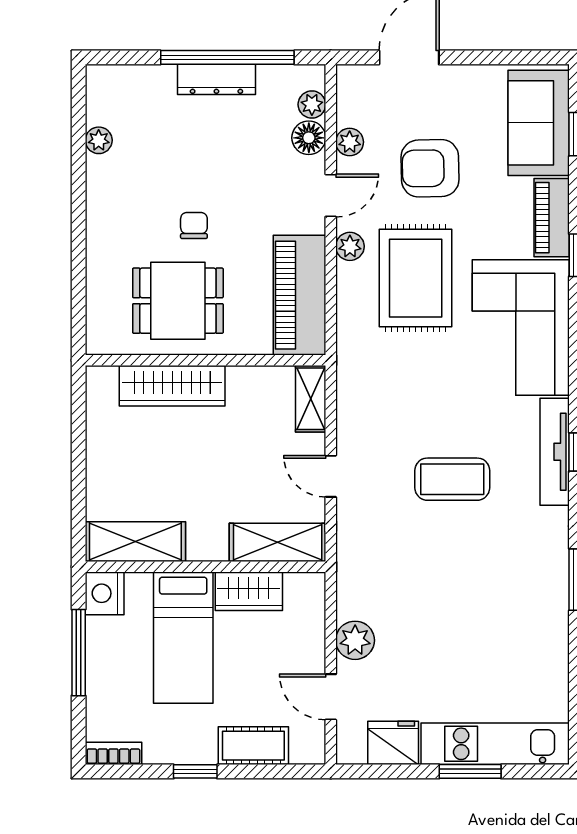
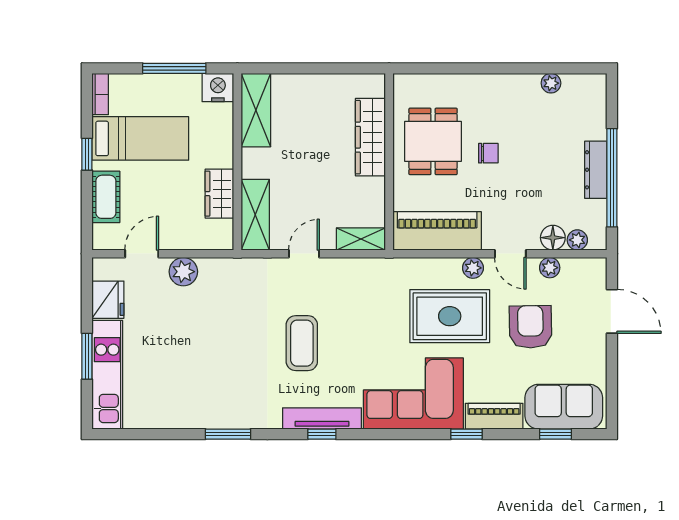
bed: (183, 638) -> (140, 138), moved, turned 180

